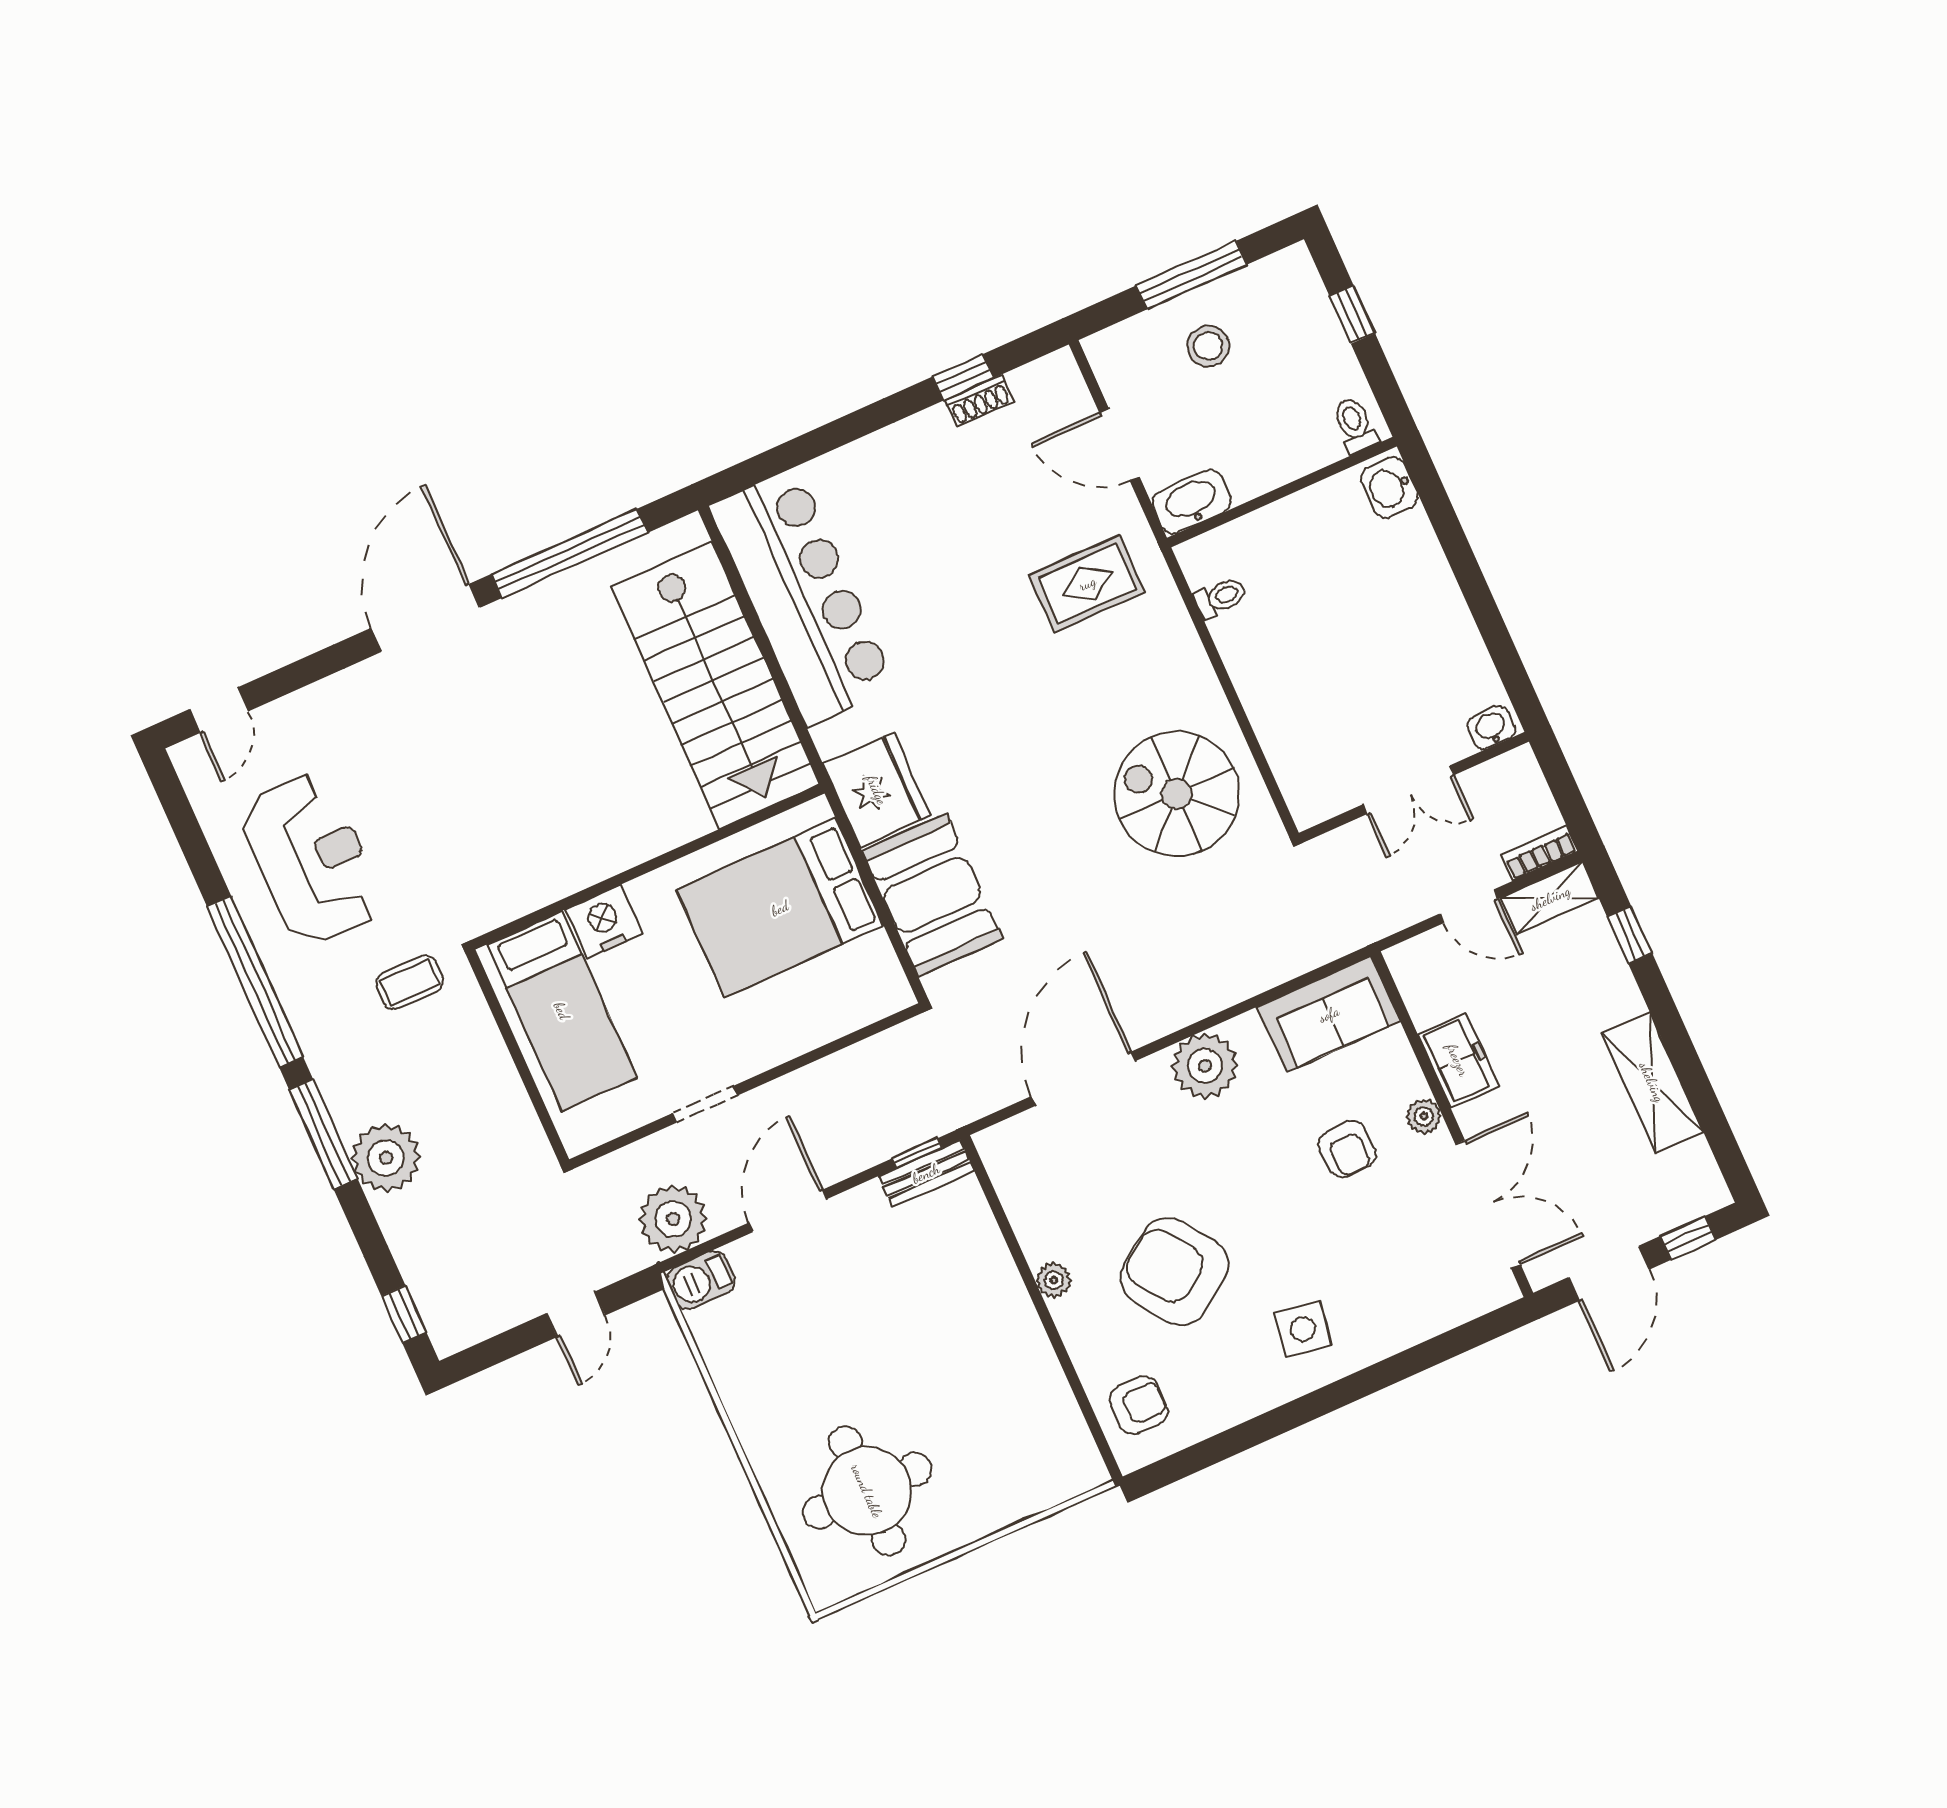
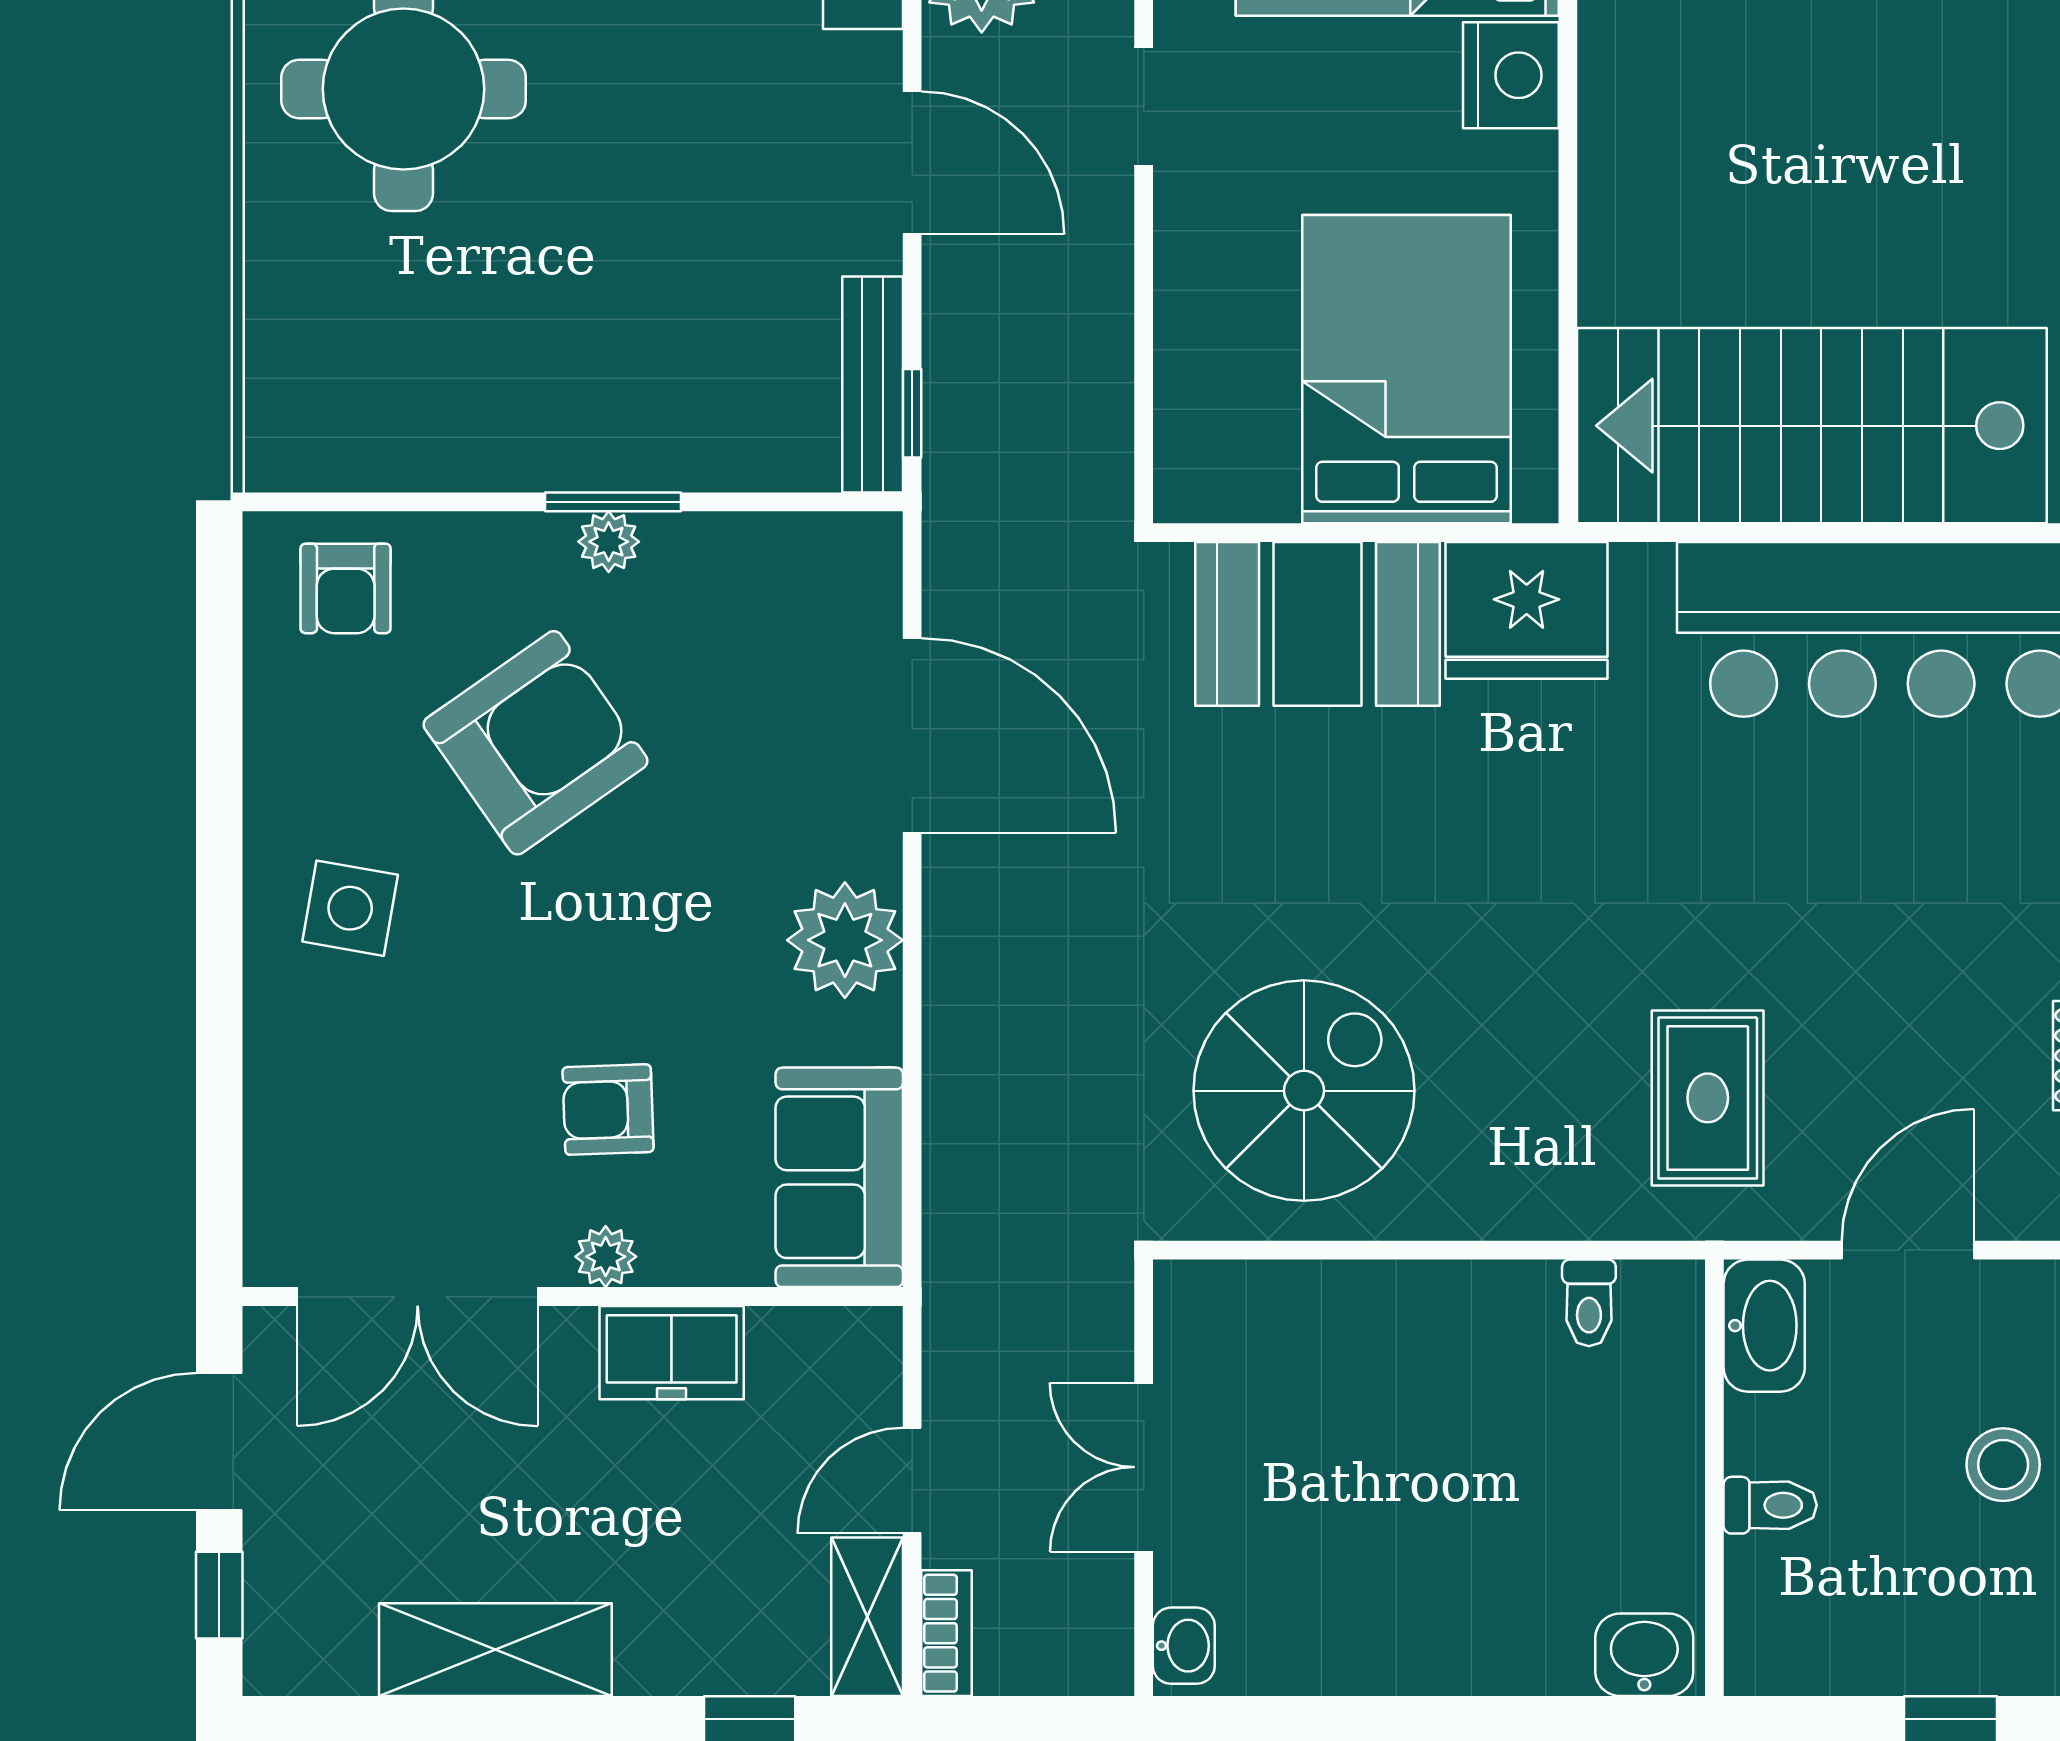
toilet: (1355, 425) -> (1770, 1505), moved
bench: (926, 1173) -> (873, 384), width x1.36
door: (1609, 1273) -> (219, 1442), hinge flipped
window: (1032, 1287) -> (613, 502), added

